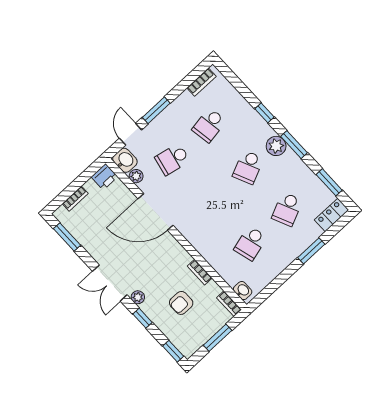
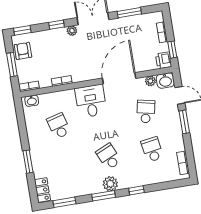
window: (86, 175) -> (172, 50), added
school desk: (287, 209) -> (65, 164), removed
desk: (201, 226) -> (91, 101), added
window: (67, 237) -> (129, 13), moved
armchair: (181, 303) -> (23, 51), moved

